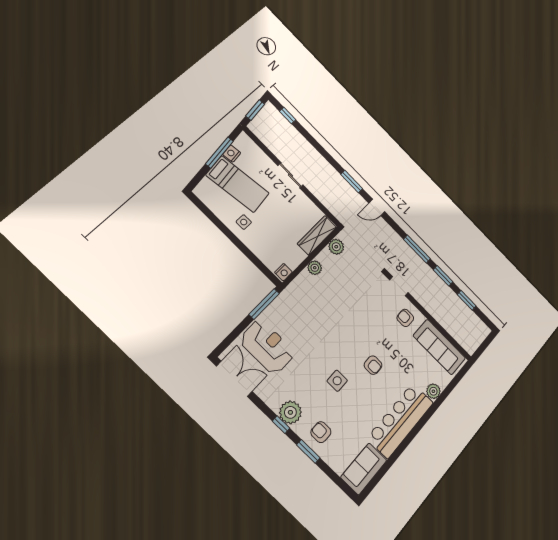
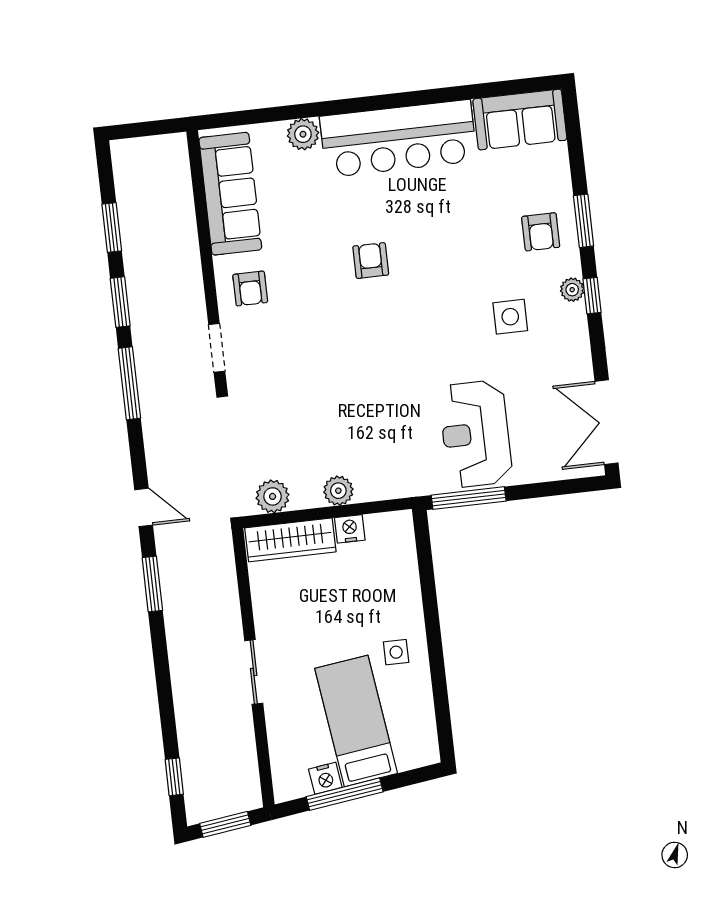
nightstand: (283, 272) -> (350, 529), moved
reception desk: (267, 347) -> (476, 434), moved
side table: (337, 381) -> (510, 317), moved
plant: (290, 412) -> (572, 290), width x0.53, depth x0.53

